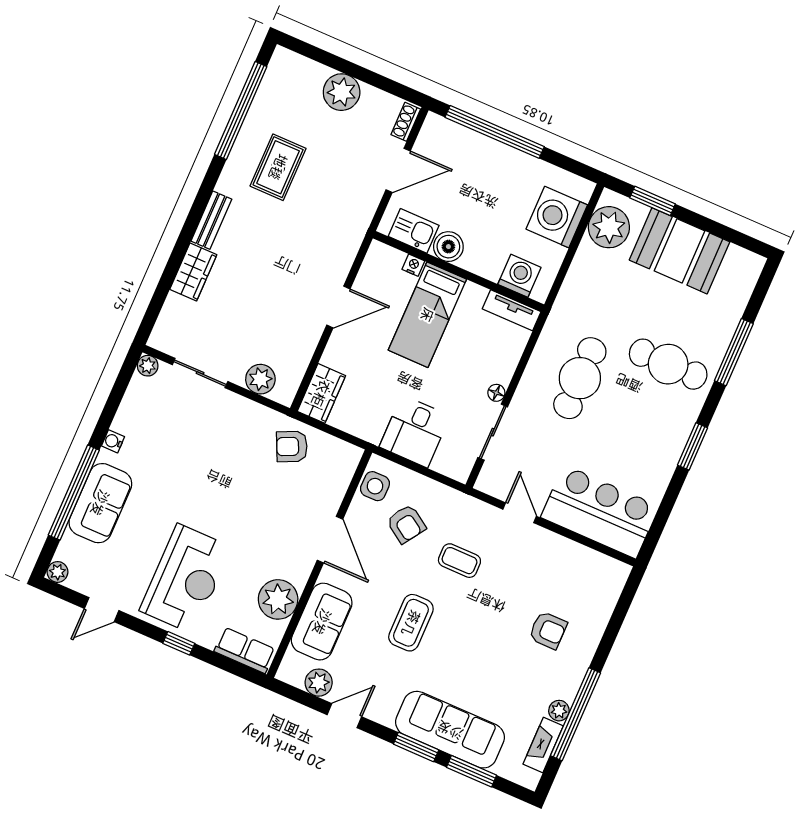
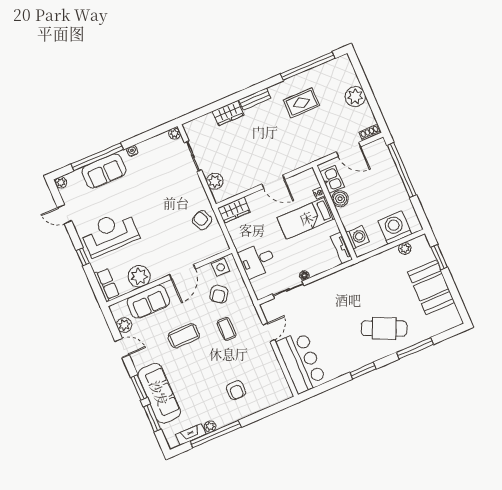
plant: (609, 227) -> (405, 248), width x0.53, depth x0.53
cafe table: (668, 364) -> (384, 328), turned -66
cafe table: (580, 378) -> (343, 301), removed
reception desk: (186, 579) -> (110, 233), turned 180

